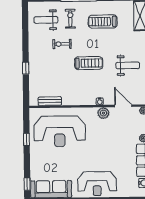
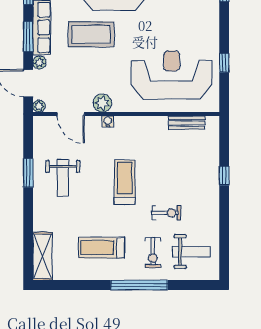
treadmill: (103, 22) -> (101, 248), turned 180
treadmill: (89, 63) -> (125, 182), turned 90
weight bench: (128, 65) -> (63, 178), turned -90
coffee table: (111, 156) -> (91, 34), added

